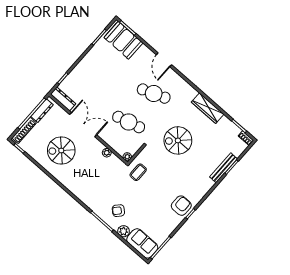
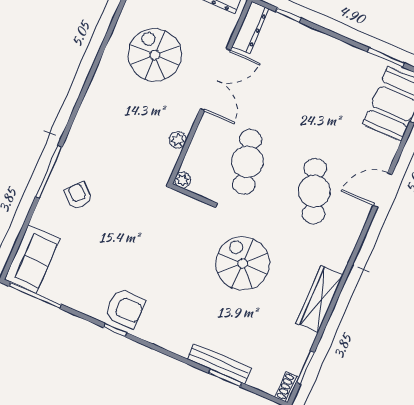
coffee table: (138, 172) -> (160, 209), removed
plant: (124, 231) -> (43, 217), removed

